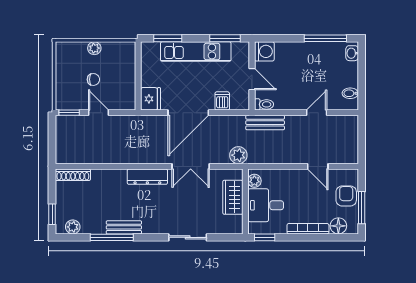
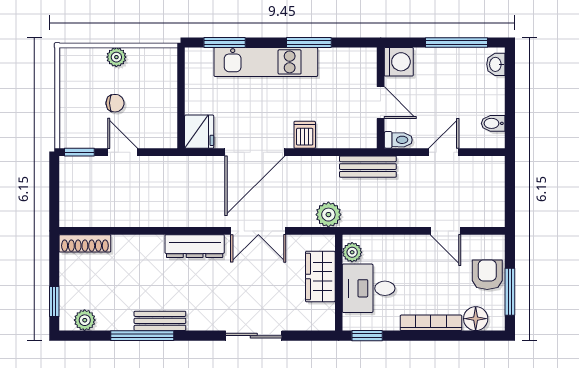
washing machine: (264, 51) -> (399, 62), moved
wall: (252, 76) -> (381, 98), moved
door: (252, 79) -> (381, 103), moved
toilet: (264, 104) -> (398, 140), moved

